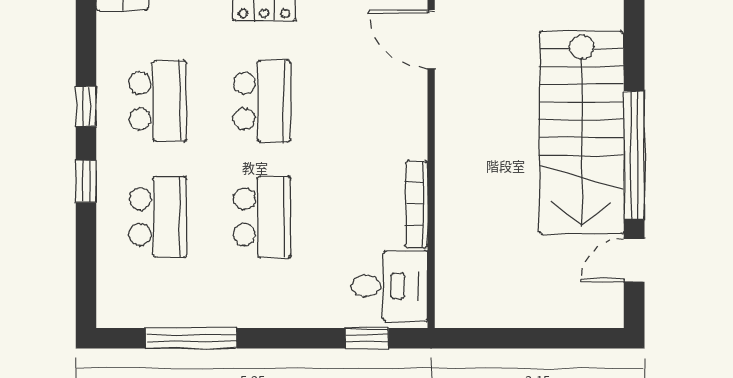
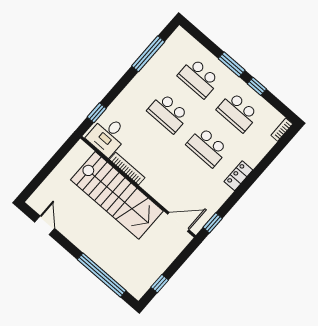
stairs: (582, 132) -> (117, 195), moved, turned 180
window: (634, 155) -> (102, 275), moved
window: (86, 181) -> (232, 64), width x1.50

